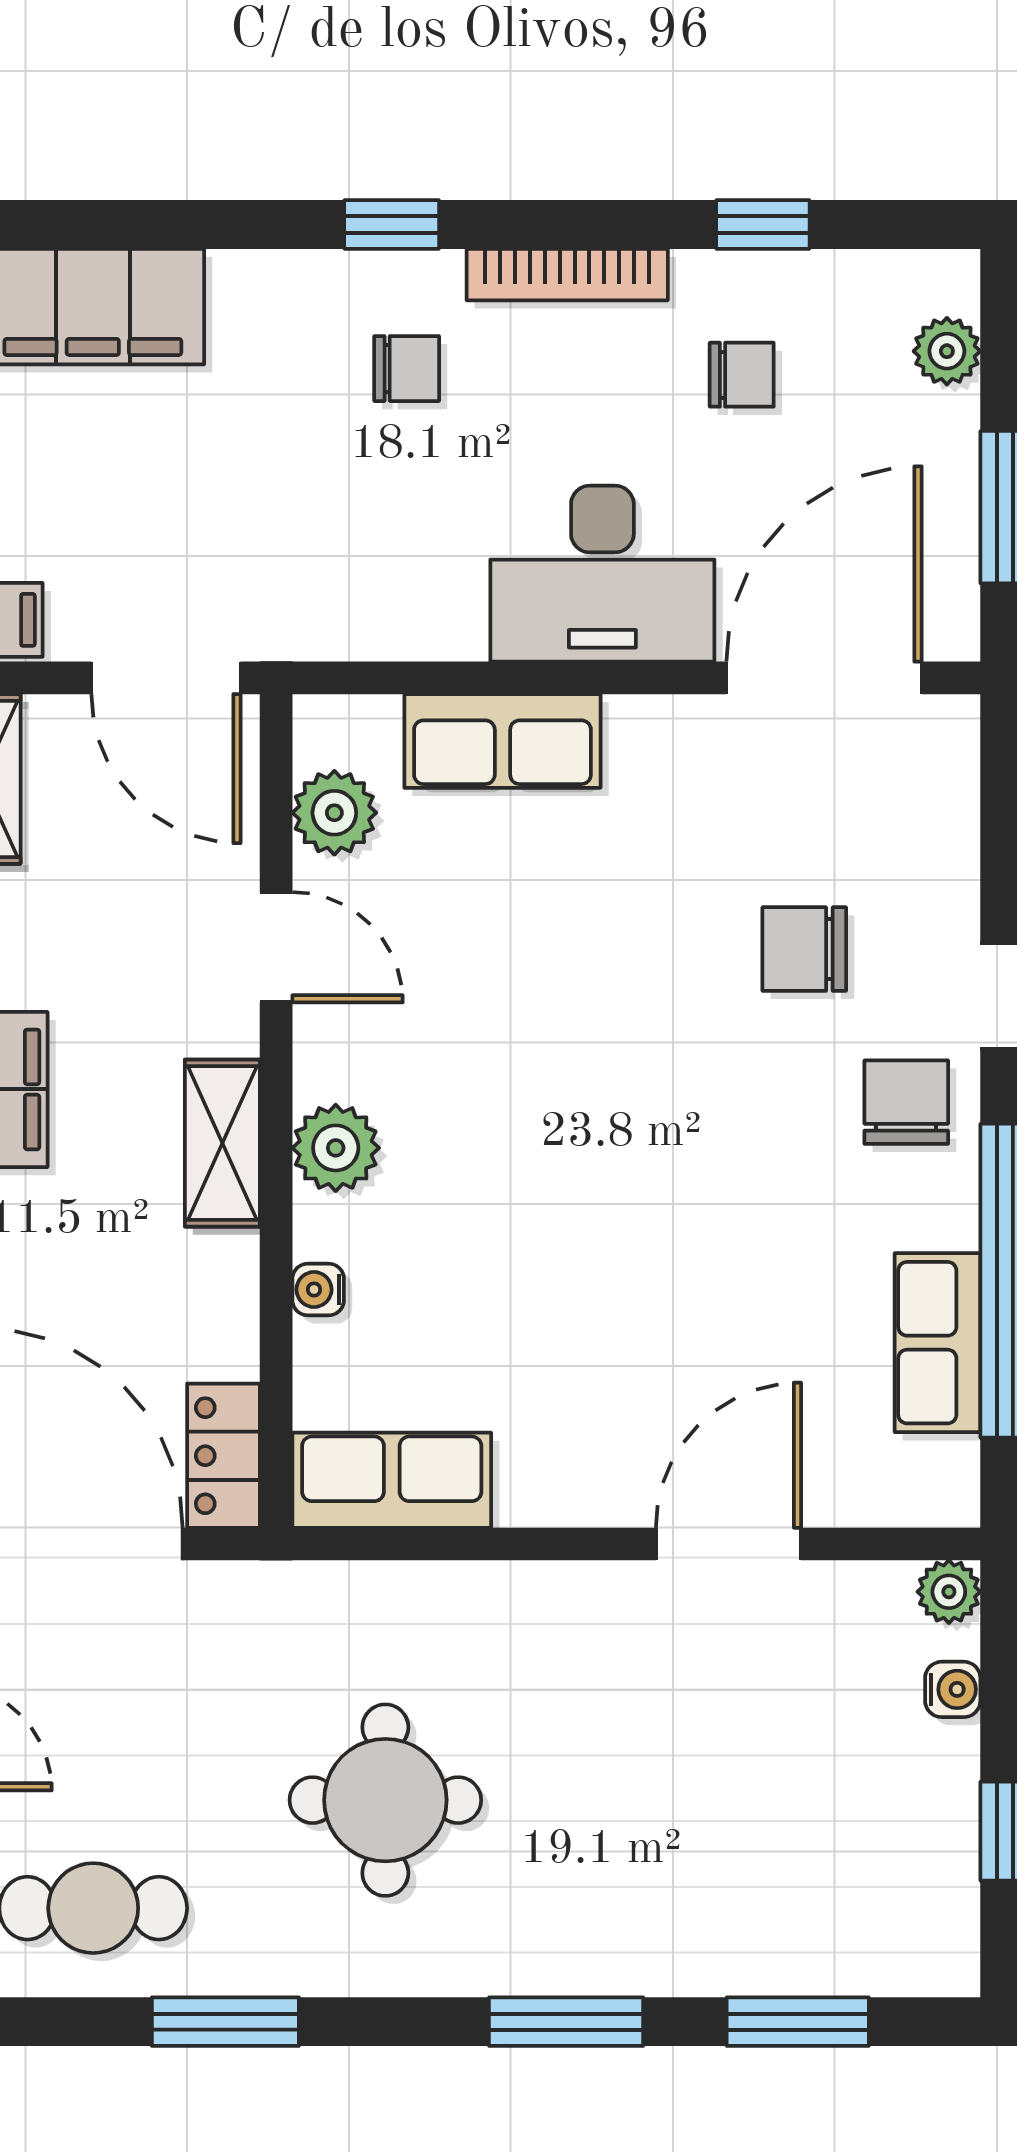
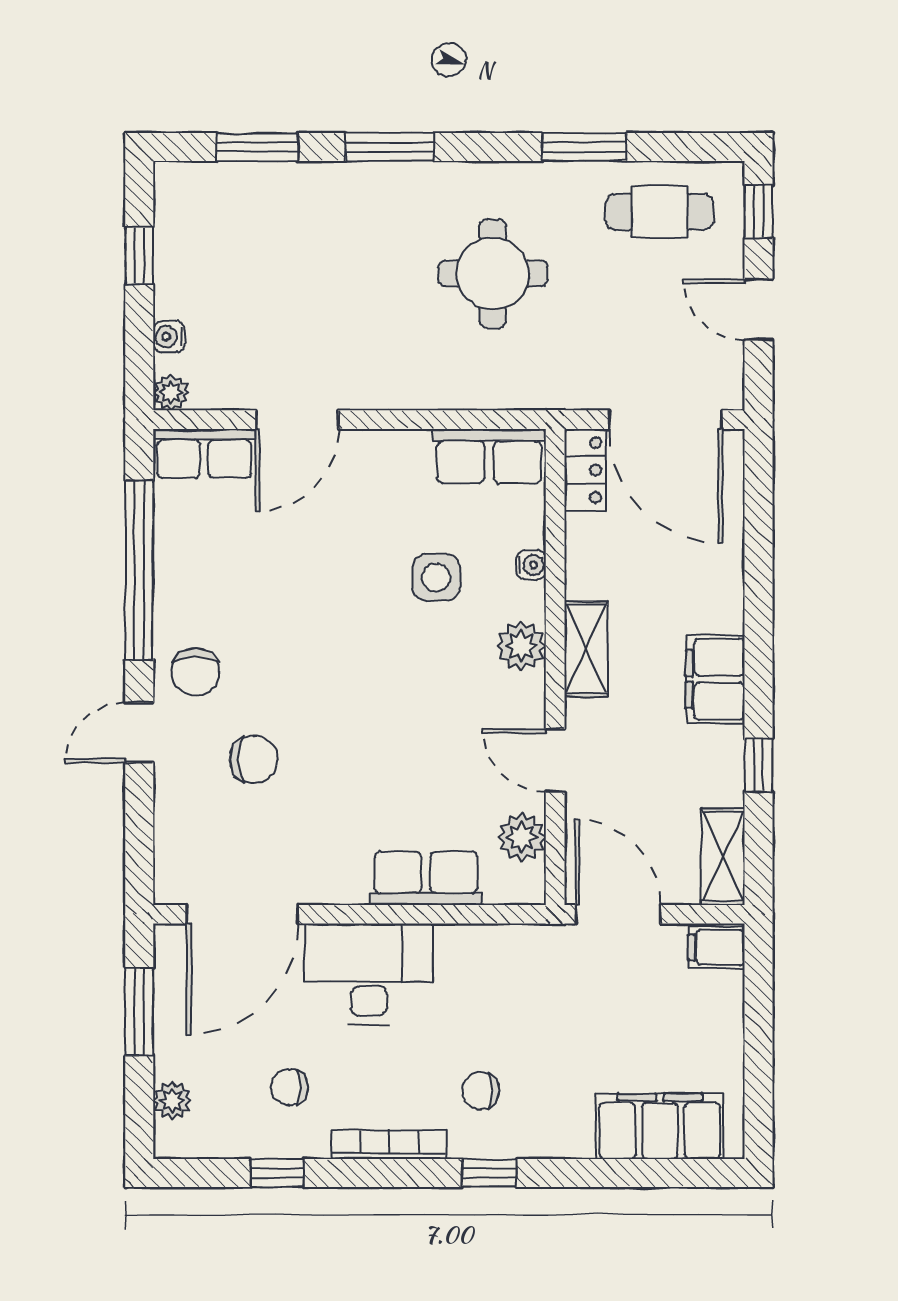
side table: (485, 1268) -> (436, 577), added
row of seats: (938, 1343) -> (204, 453), moved, turned 90

